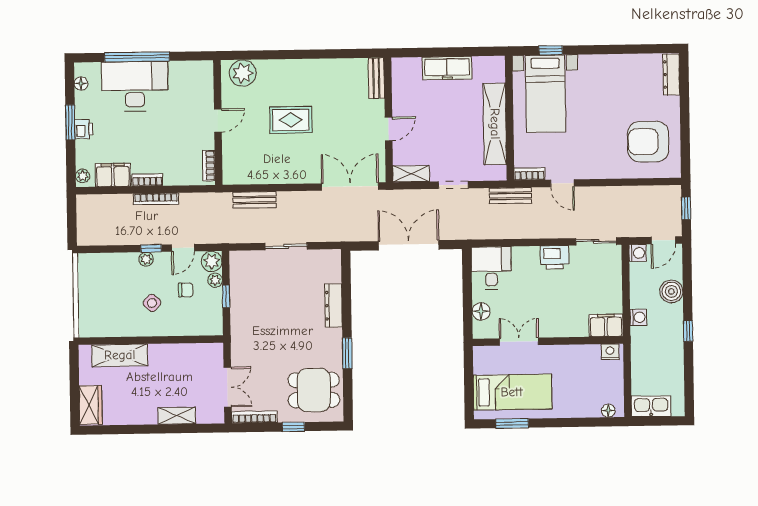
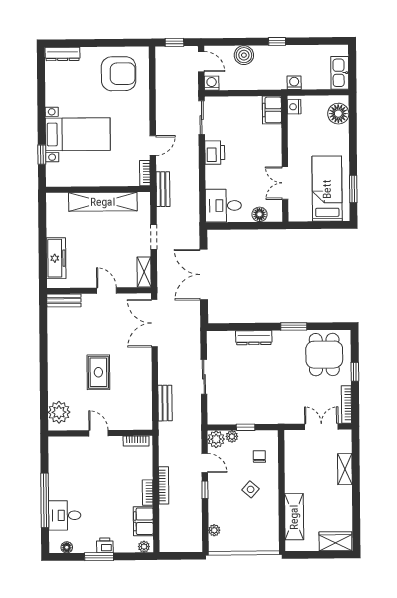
freezer: (447, 68) -> (56, 258), moved
desk: (135, 86) -> (65, 515), width x0.53, depth x0.77
bed with nightstands: (545, 94) -> (78, 134), moved
armchair: (648, 142) -> (119, 74), turned -90
plant: (146, 259) -> (214, 530), moved
chair: (186, 290) -> (259, 457), moved
washing machine: (638, 317) -> (294, 83), moved
floor lamp: (608, 411) -> (338, 114), width x1.89, depth x1.89

